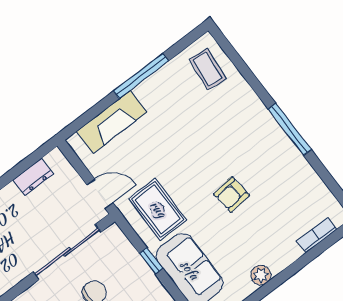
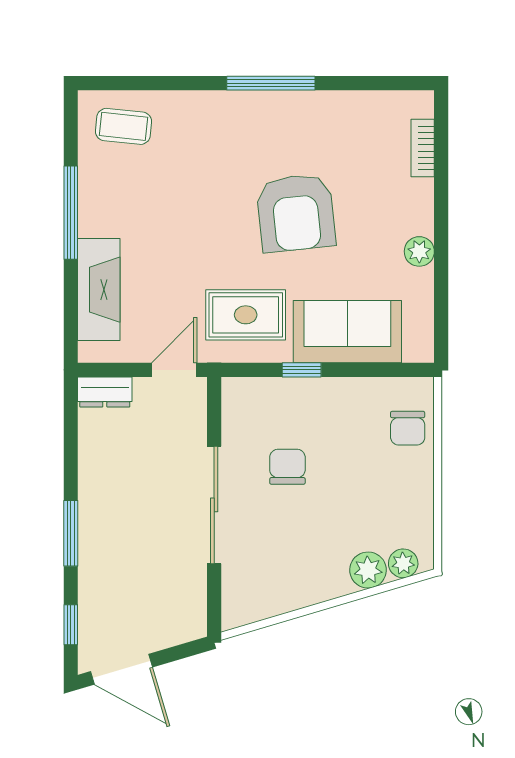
dresser: (33, 177) -> (105, 392), moved, turned 90
armchair: (231, 195) -> (296, 213), width x1.88, depth x1.88
sliding door: (67, 252) -> (214, 505), moved

